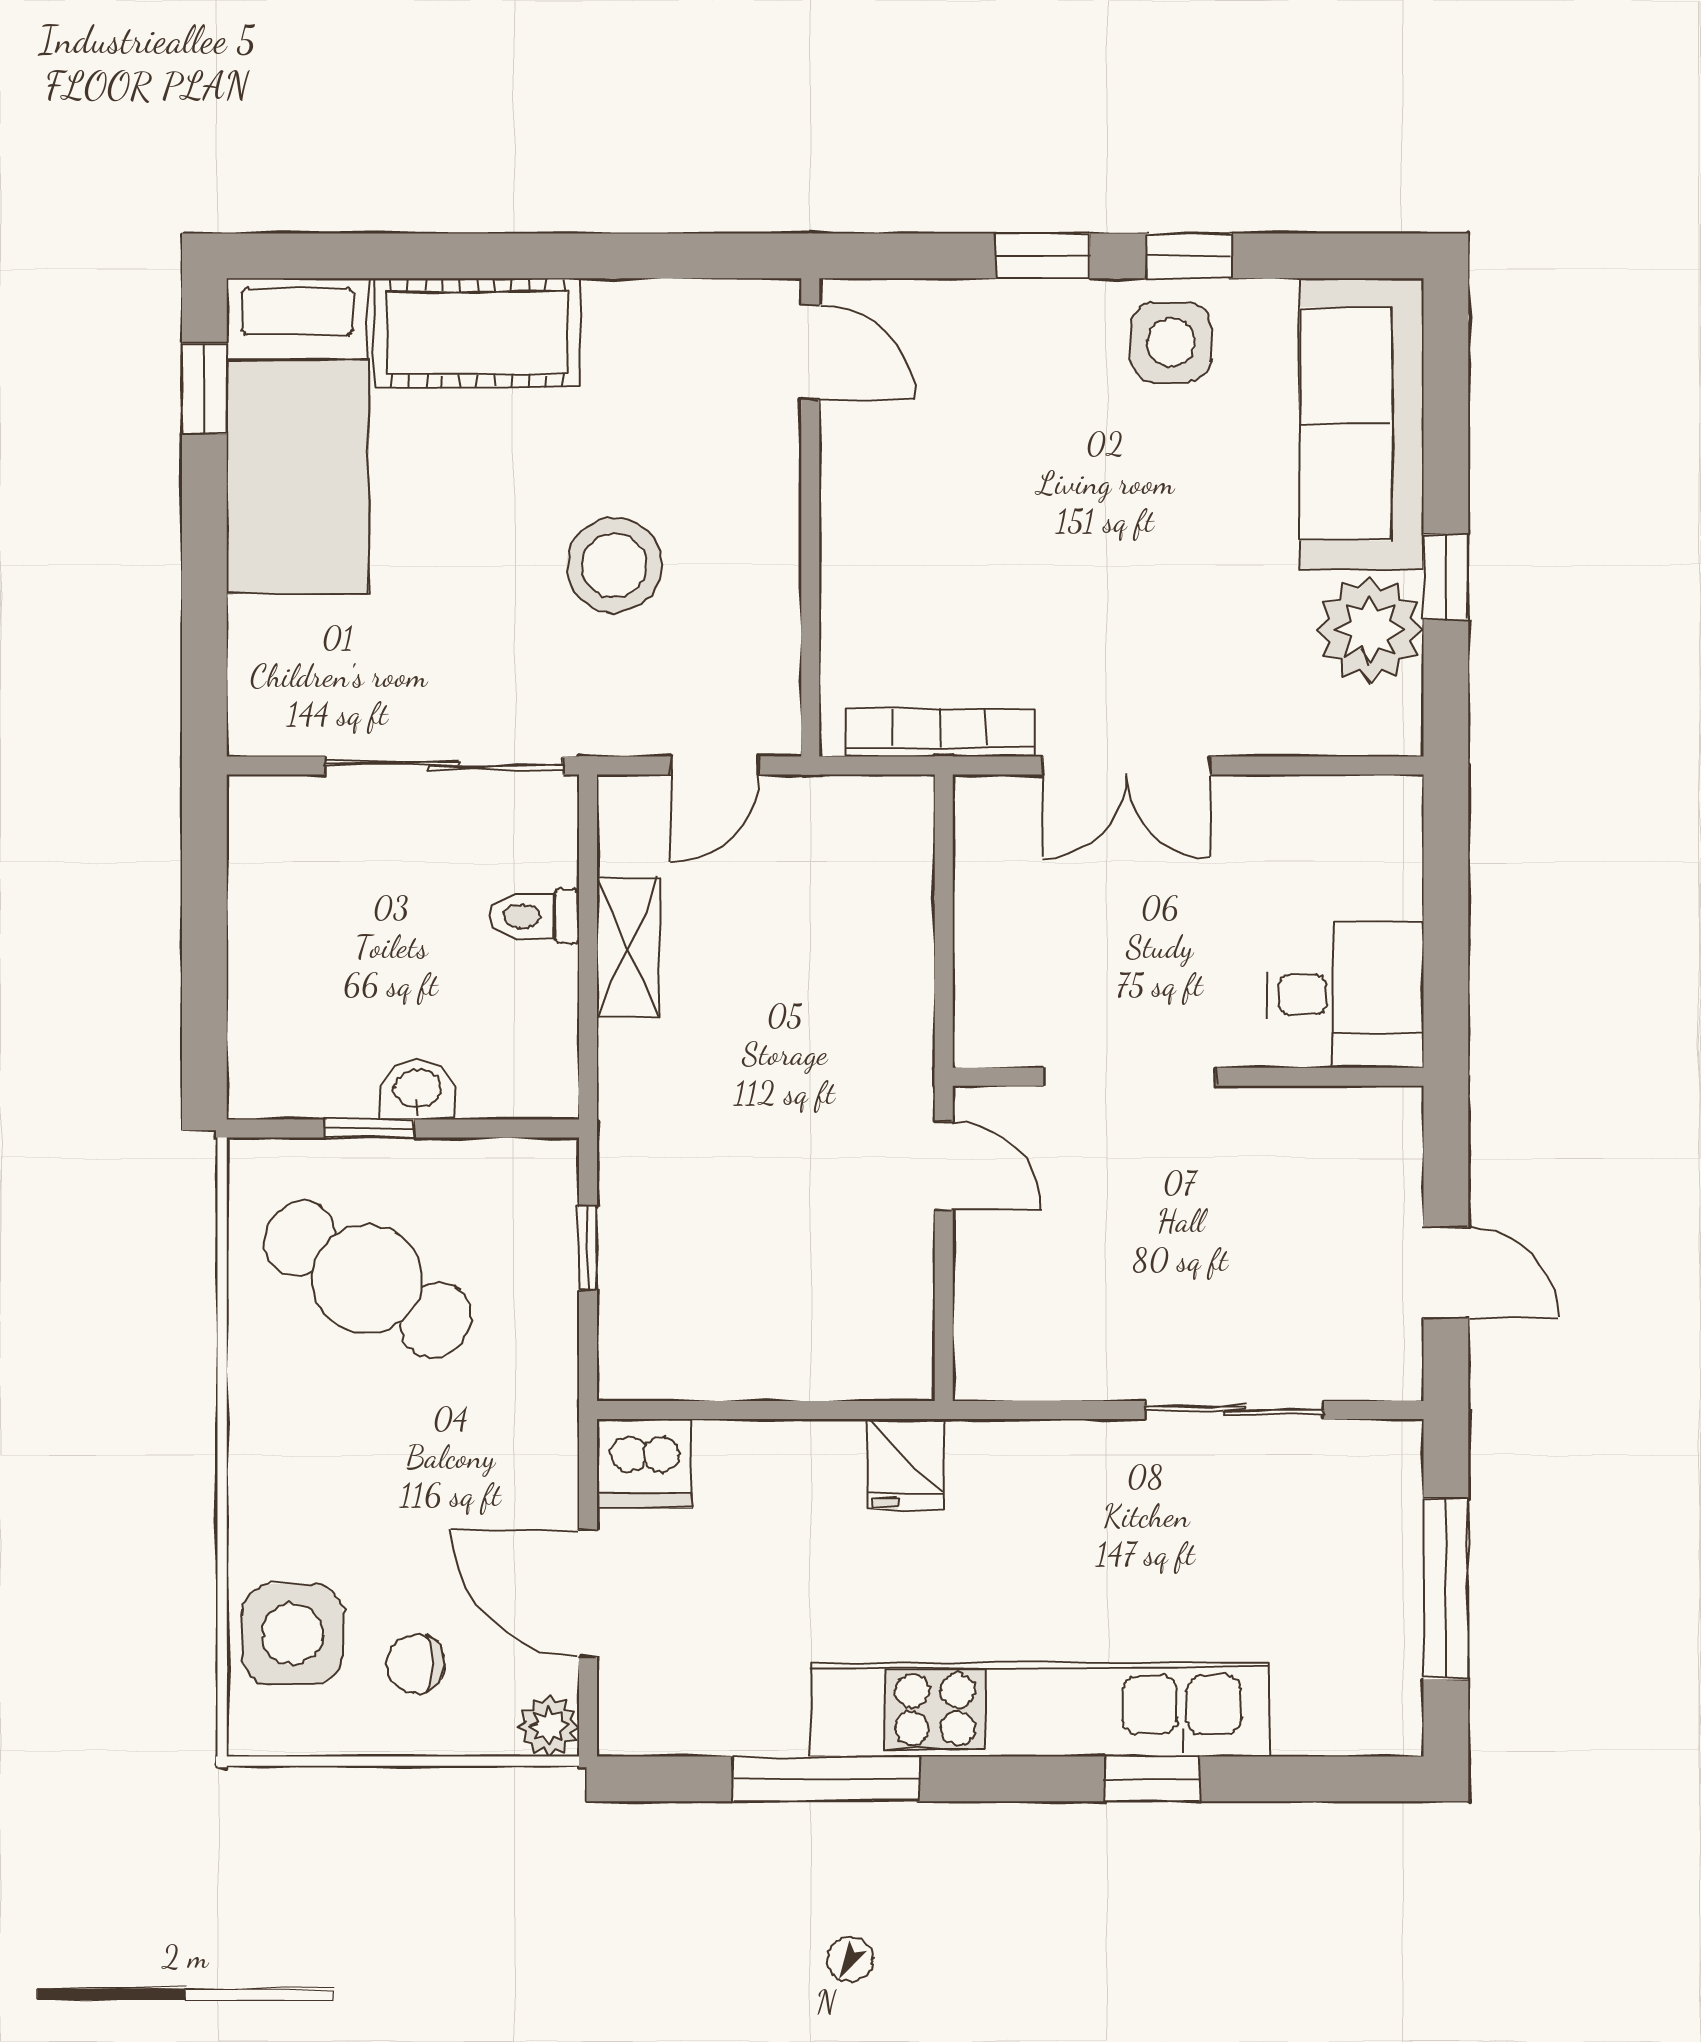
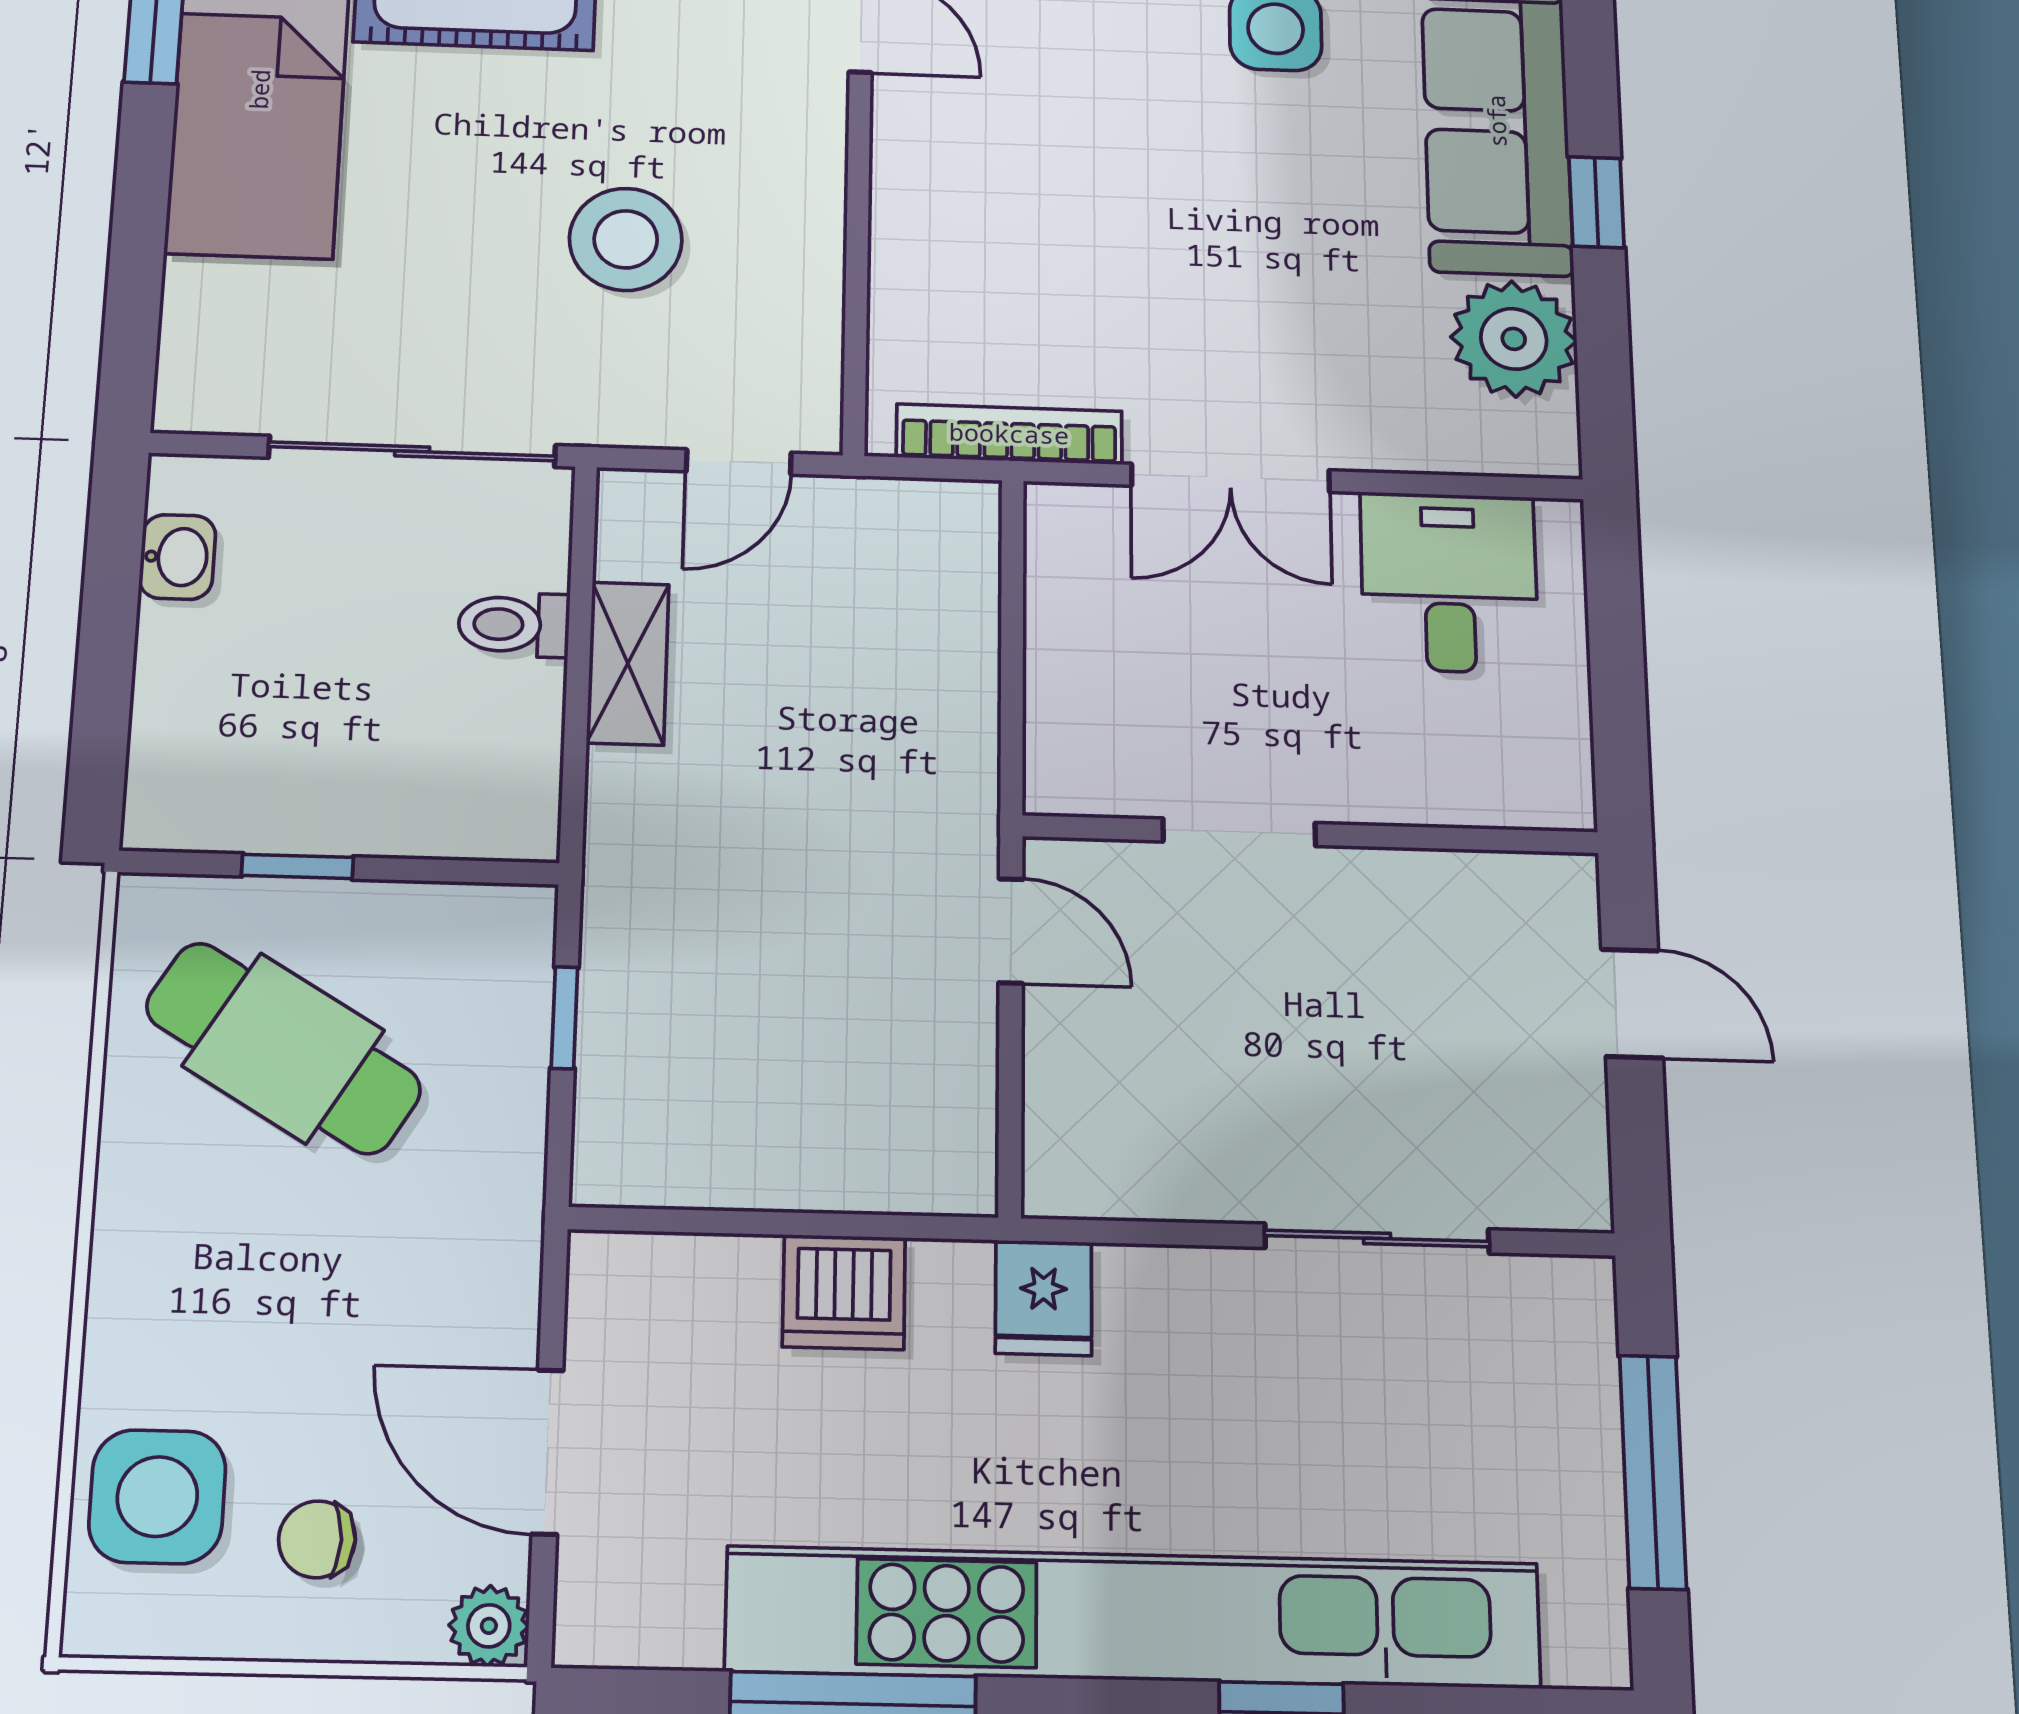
window: (1446, 577) -> (1597, 202), moved
desk: (1345, 995) -> (1449, 582), moved, turned -90
doorway: (1130, 1077) -> (1239, 832), width x0.73
washbasin: (418, 1090) -> (177, 557), moved, turned 90
door: (1446, 1272) -> (1632, 1003), moved
dishwasher: (644, 1463) -> (844, 1292), moved
fridge: (905, 1464) -> (1044, 1298), moved
kitchen unit: (1040, 1709) -> (1134, 1617), width x1.36

